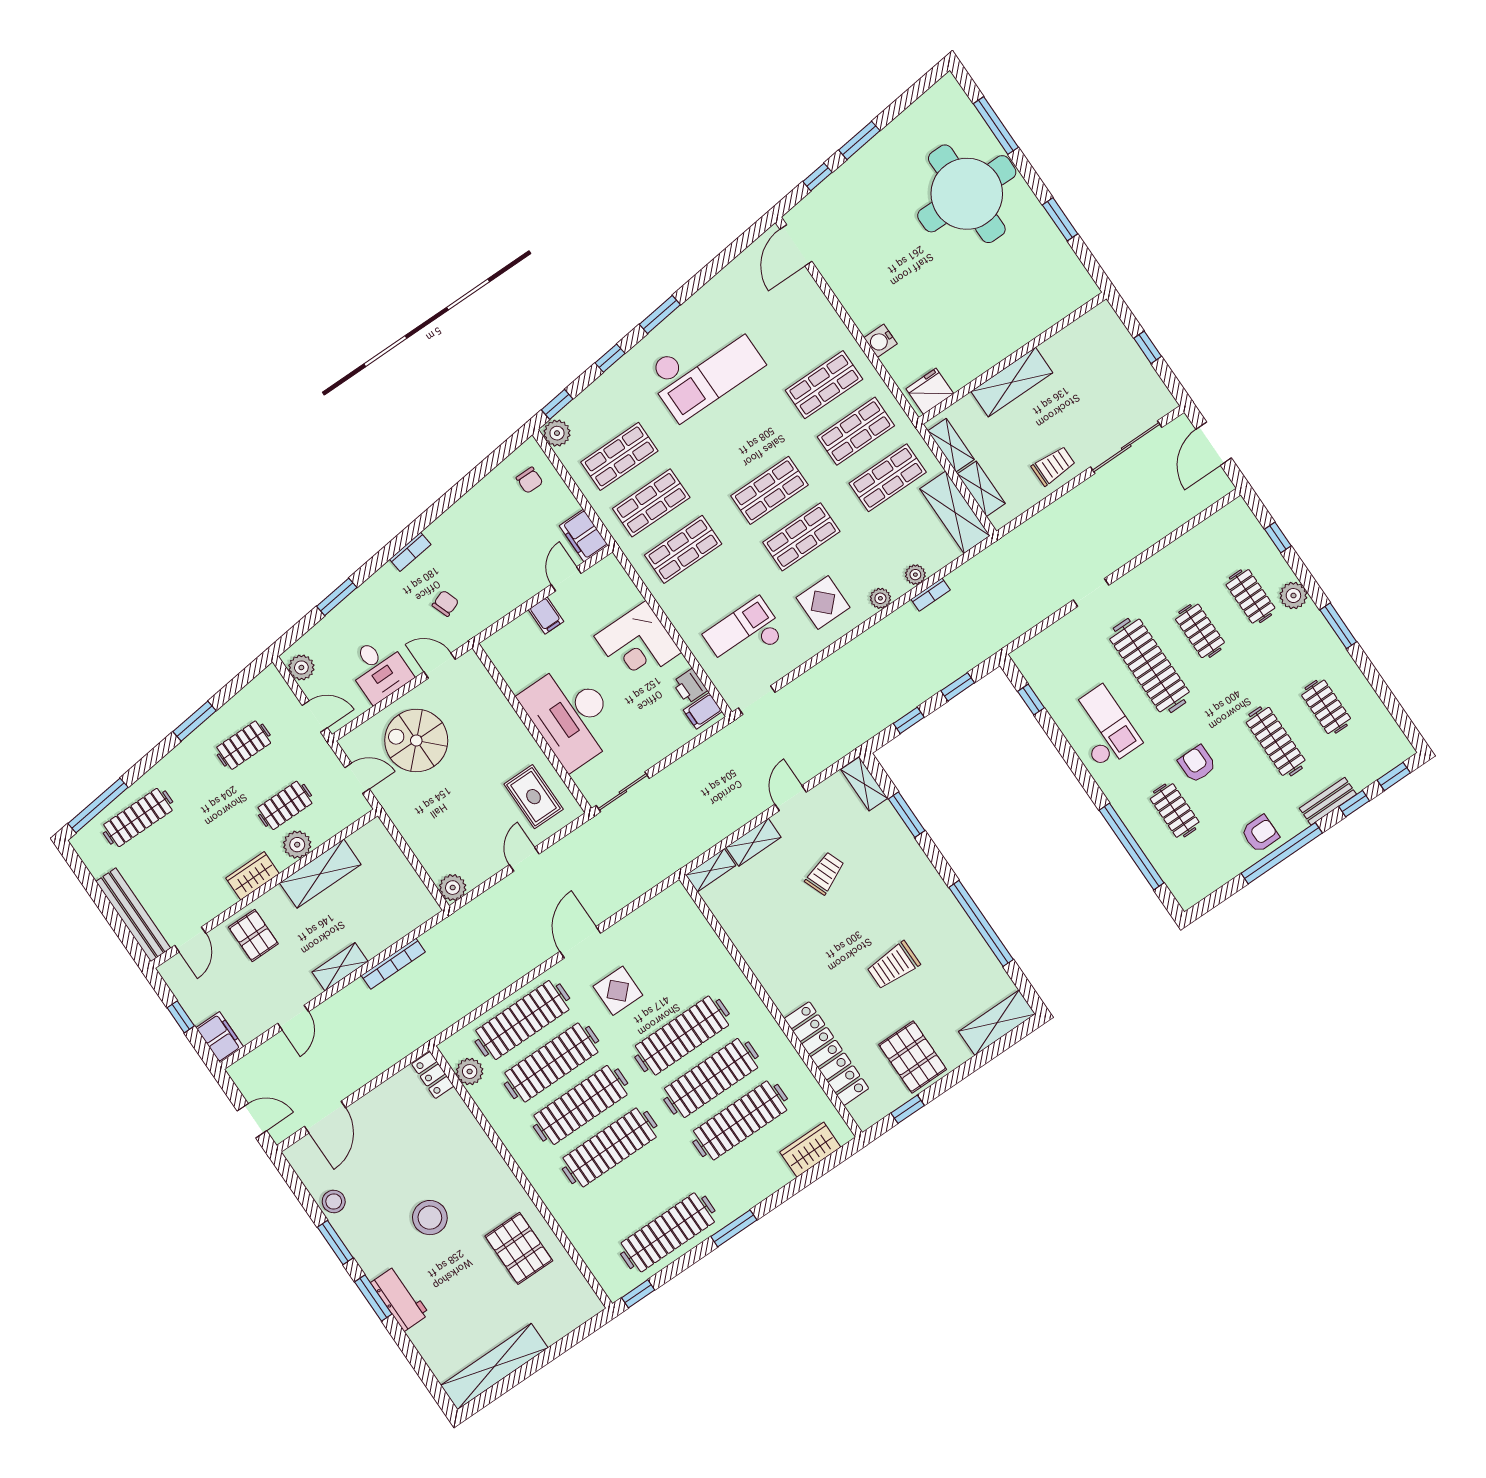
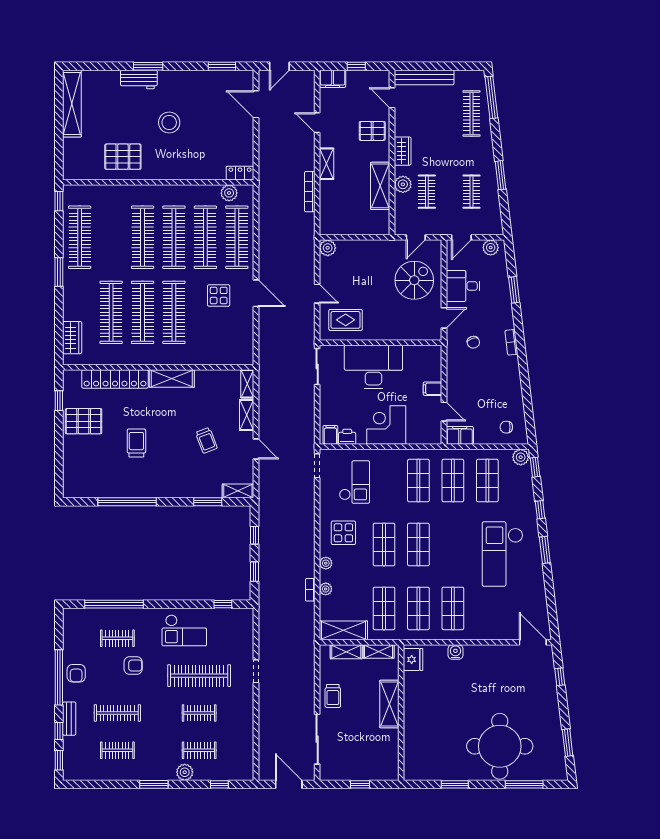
window: (859, 140) -> (568, 743), moved
shelving: (997, 1023) -> (172, 378), moved, turned 90
stool: (334, 1201) -> (210, 80), removed
window: (335, 1242) -> (222, 66), moved

